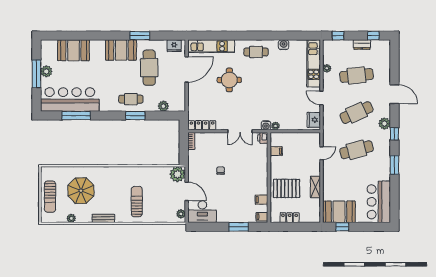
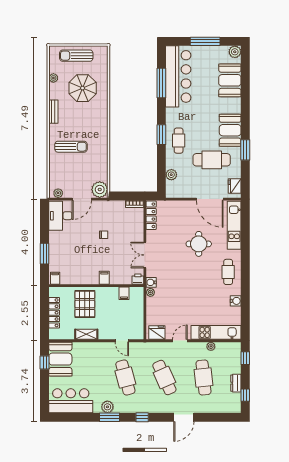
plant: (46, 71) -> (235, 52), moved
window: (135, 116) -> (161, 135), moved
plant: (384, 124) -> (107, 407), moved
filing cabinet: (261, 200) -> (104, 278), moved
locker: (290, 218) -> (54, 313), width x1.53

